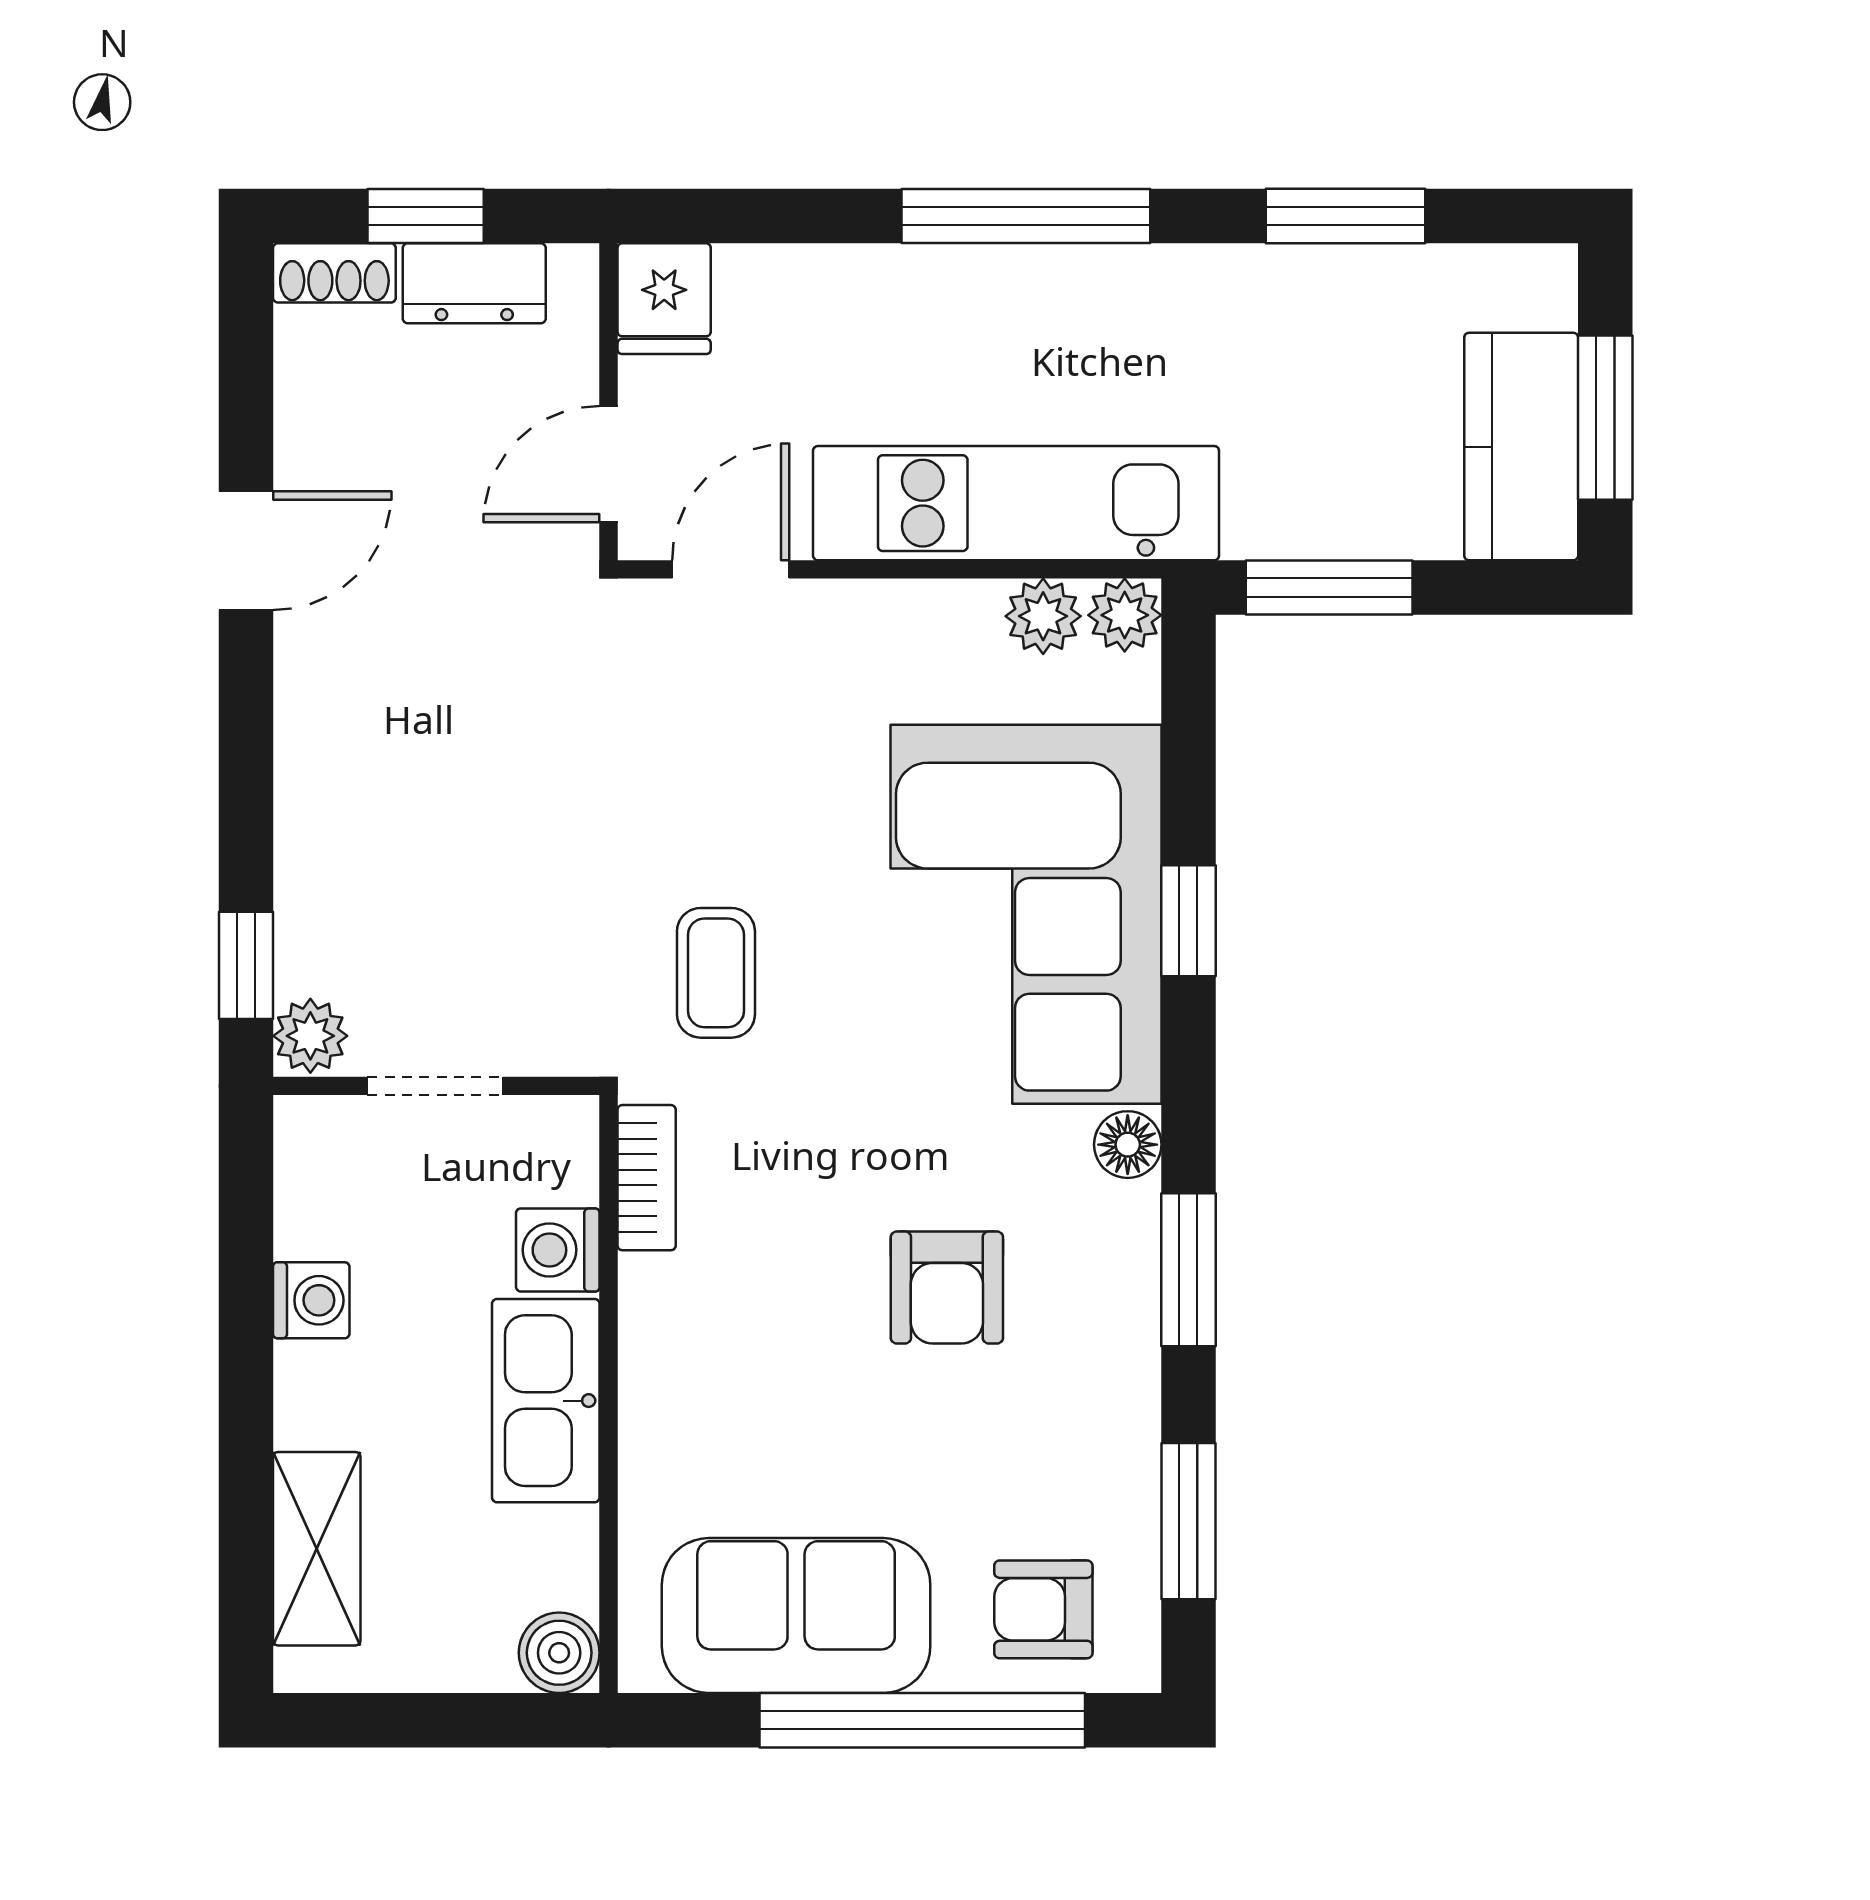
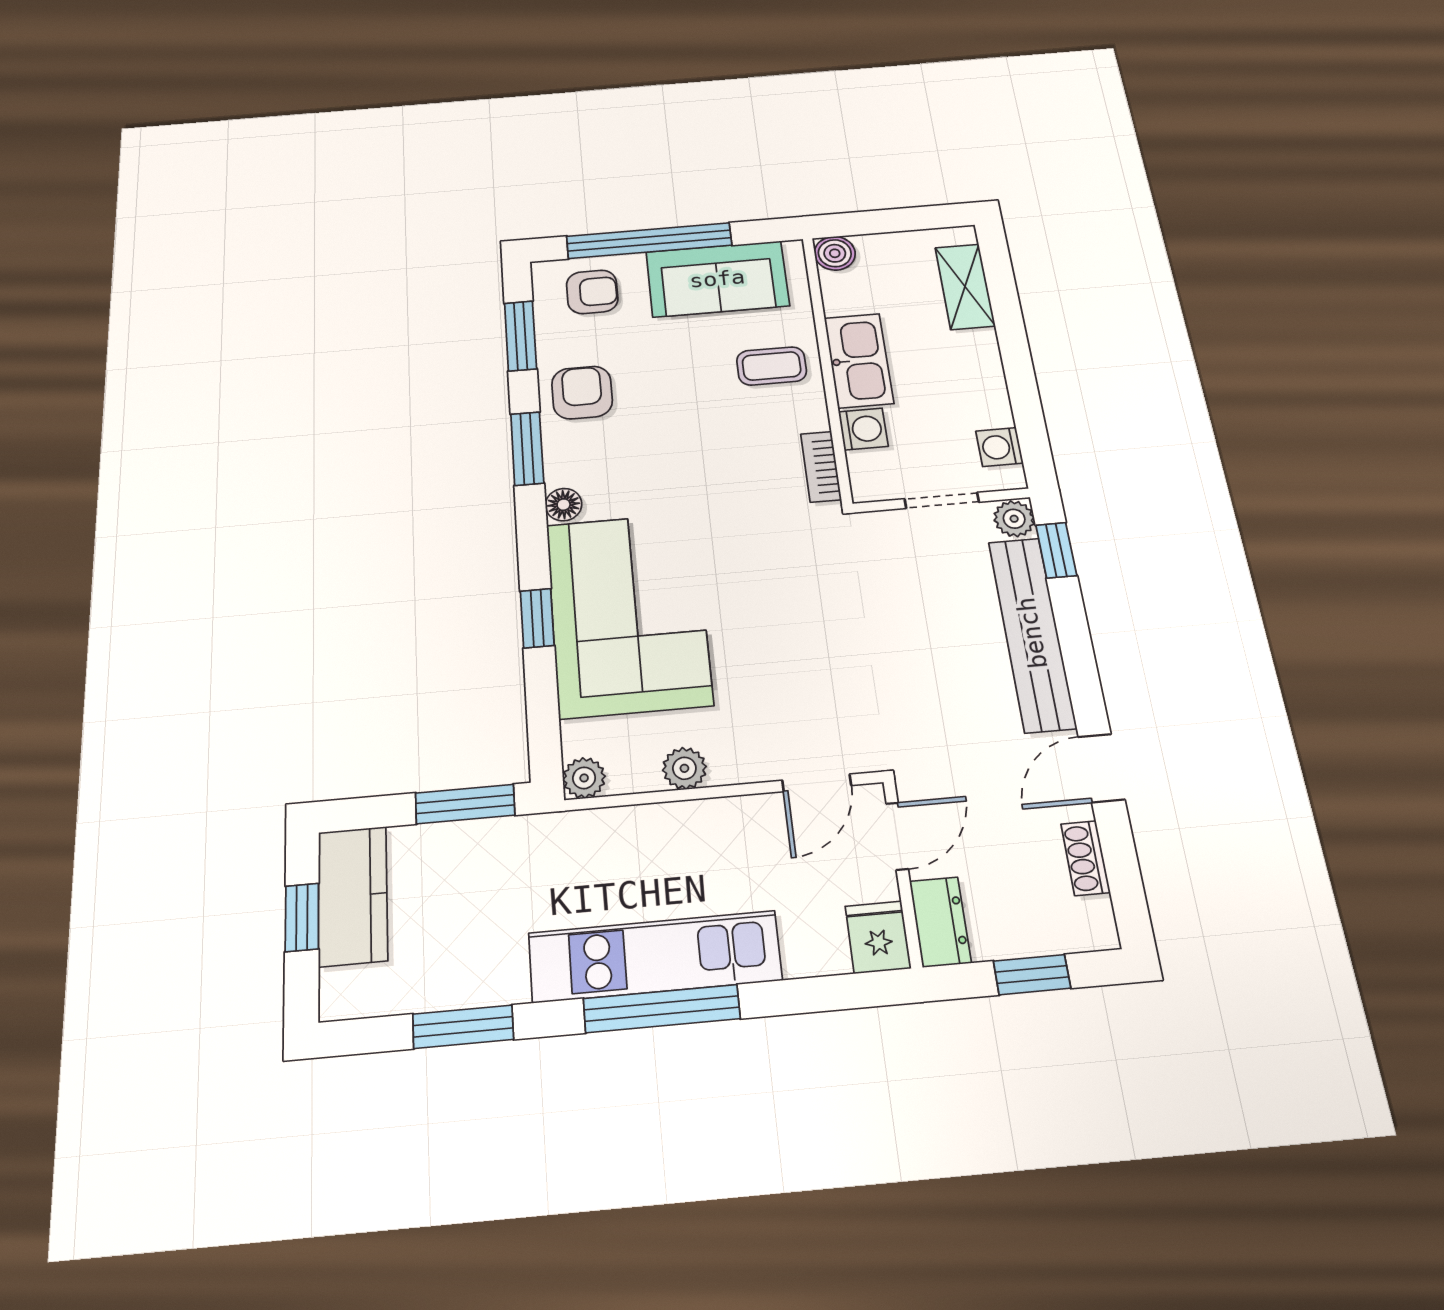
shoe rack: (334, 273) -> (1085, 858), moved, turned -90
dresser: (474, 283) -> (940, 922), moved, turned 90
window: (1605, 418) -> (302, 917), width x0.67
kitchen unit: (1016, 503) -> (655, 956), moved, turned 180
plant: (1043, 616) -> (684, 768), moved
bench: (319, 808) -> (1032, 633), added
coffee table: (716, 973) -> (772, 366), moved, turned 90
armchair: (947, 1287) -> (582, 392), moved
washing machine: (311, 1300) -> (999, 447), moved

